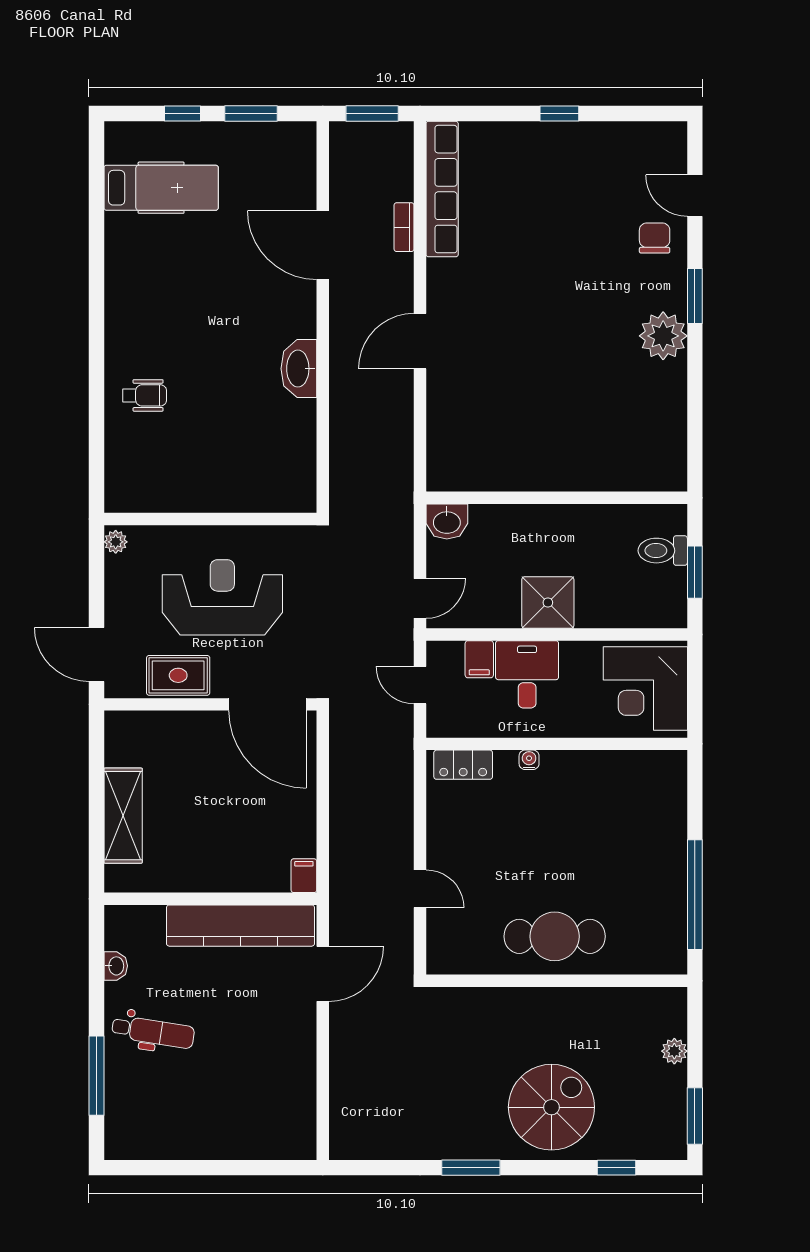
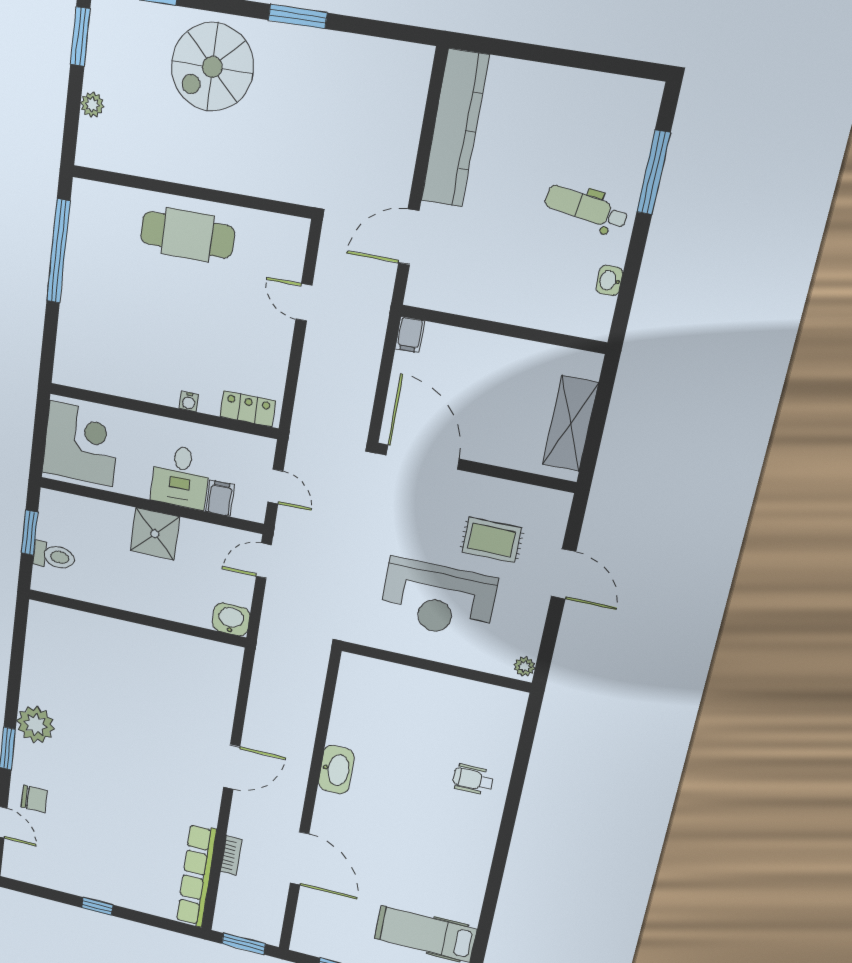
chair: (655, 238) -> (34, 799), turned -90
wall: (210, 704) -> (475, 468), moved
door: (267, 704) -> (423, 457), moved
kitchen counter: (241, 926) -> (455, 129), moved, turned 90

